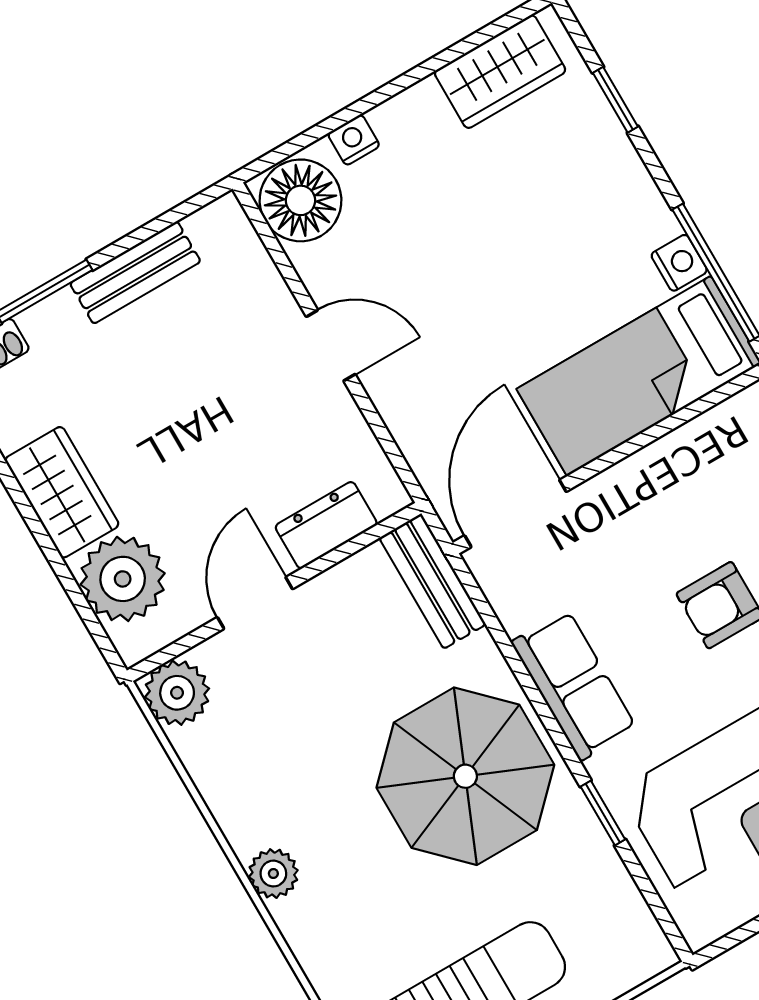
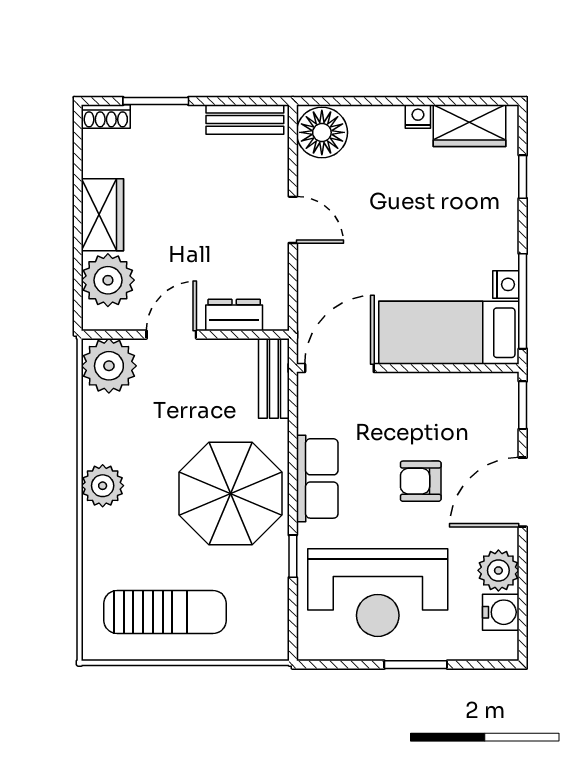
nightstand: (354, 140) -> (418, 117), moved
bench: (135, 272) -> (245, 120), moved
plant: (177, 693) -> (109, 366), width x1.36, depth x1.36
plant: (273, 874) -> (103, 486), width x1.38, depth x1.38

